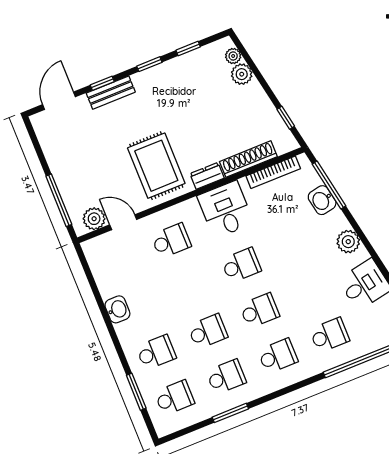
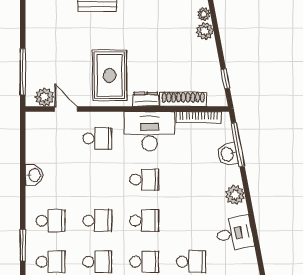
desk: (225, 210) -> (149, 131), width x1.37

